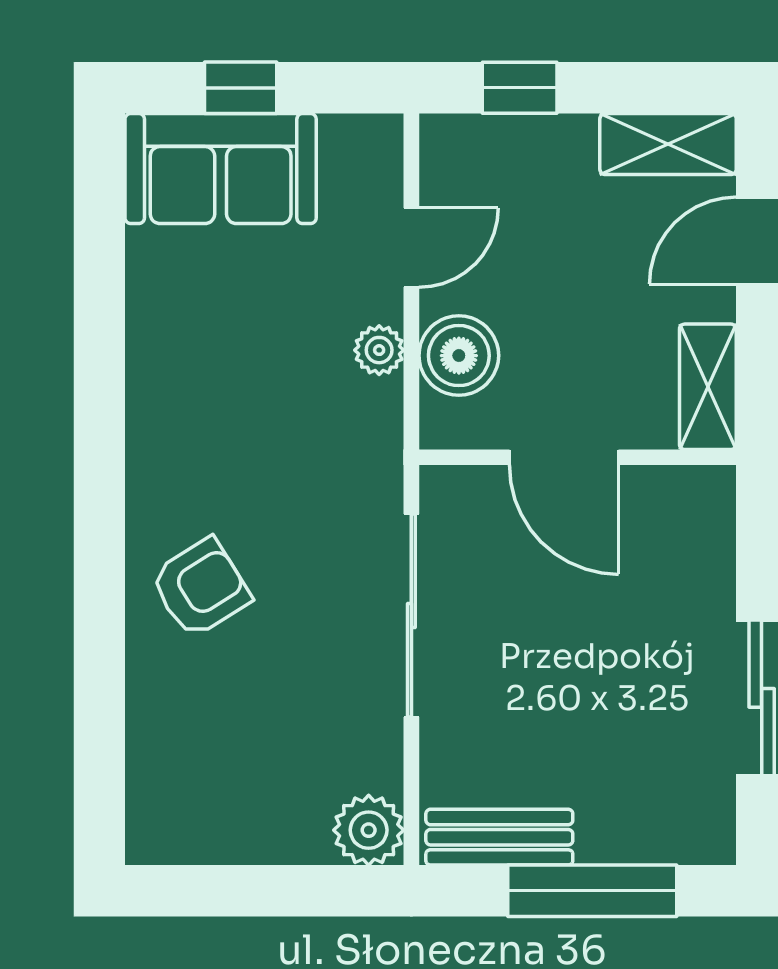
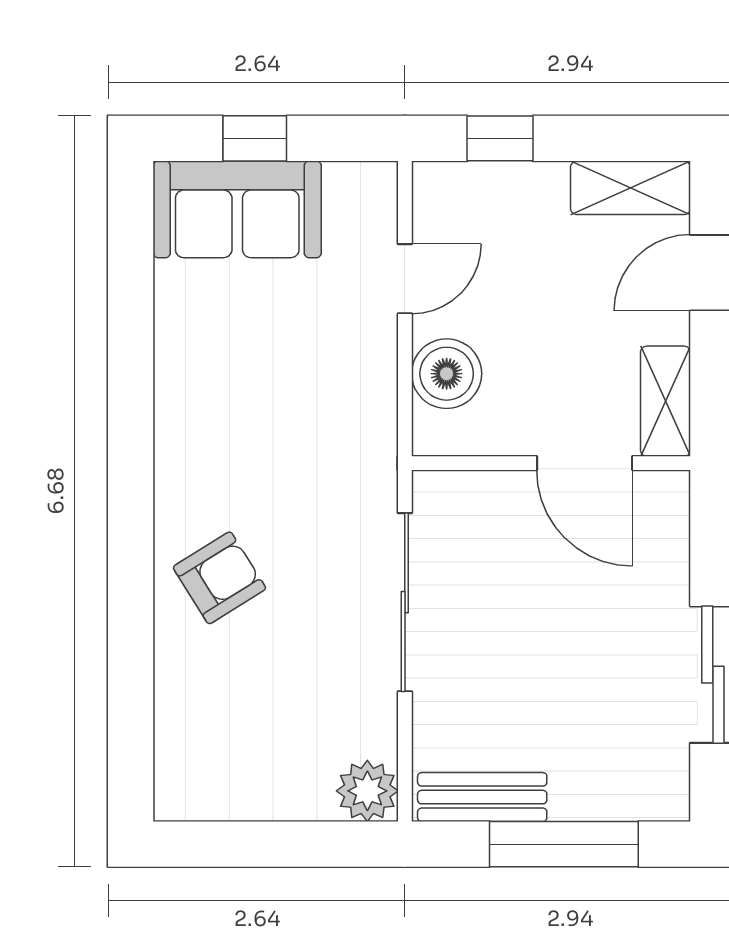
plant: (379, 350) -> (377, 369), removed
door: (564, 457) -> (585, 463), moved

